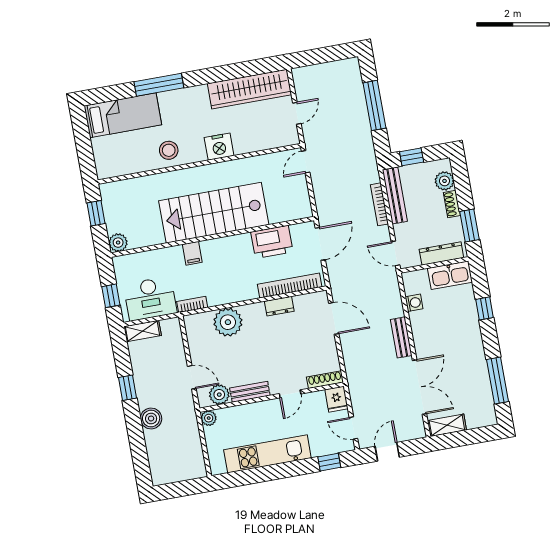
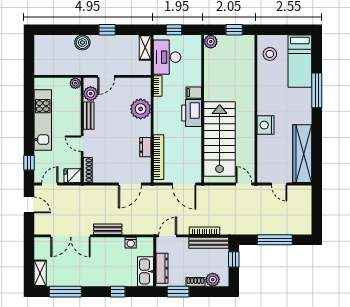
stool: (169, 150) -> (270, 54), moved
stairs: (214, 213) -> (220, 139), moved
printer: (272, 242) -> (192, 113), moved
shelving: (447, 425) -> (40, 273), moved

